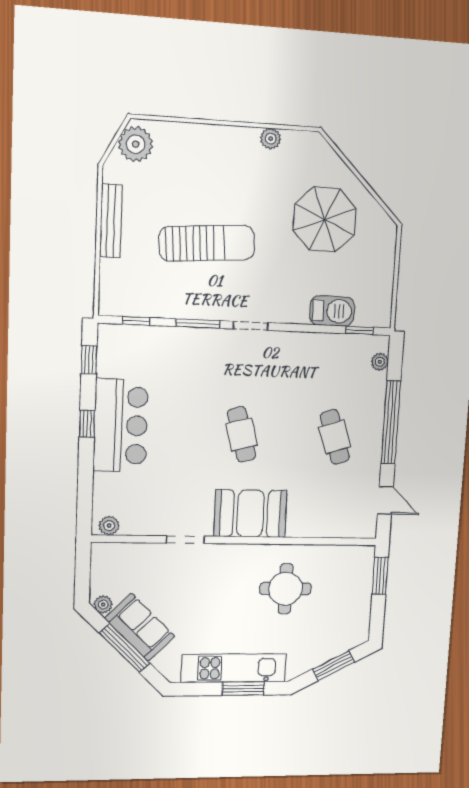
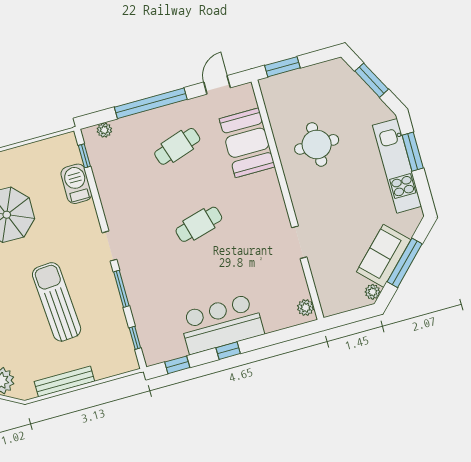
booth: (250, 514) -> (247, 143), moved

